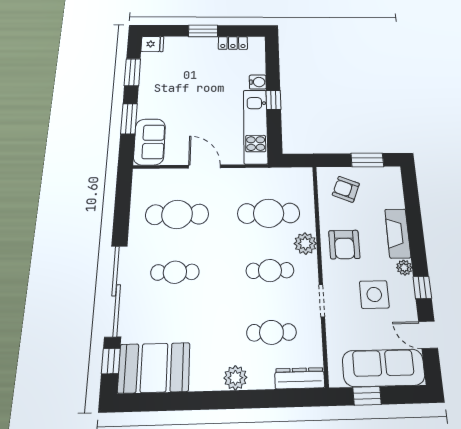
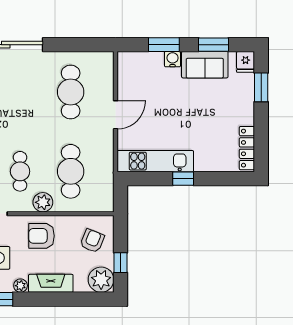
window: (203, 31) -> (261, 87), moved
locker: (233, 43) -> (247, 148), width x1.53
water cooler: (258, 82) -> (173, 59), moved, turned 180
sofa: (149, 142) -> (205, 65), moved
window: (367, 160) -> (121, 263), width x0.67
plant: (388, 180) -> (101, 280), added
cafe table: (175, 272) -> (20, 92), removed

